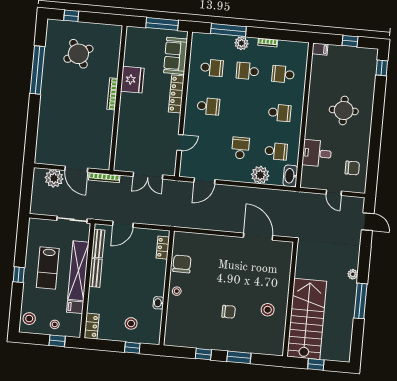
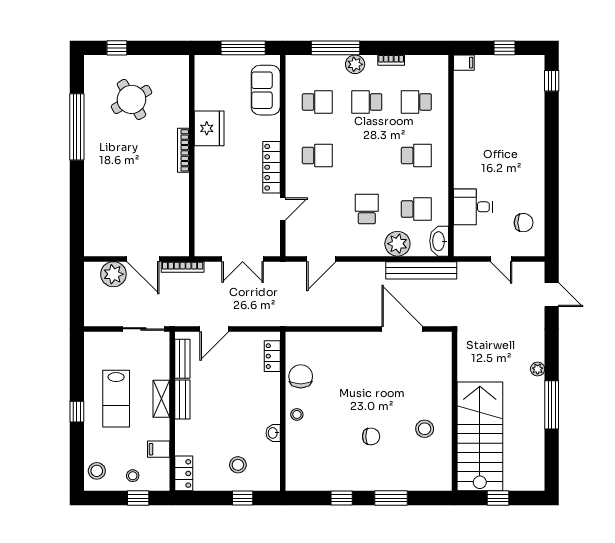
locker: (176, 94) -> (271, 167), moved
round table: (344, 110) -> (504, 144), removed
bench: (276, 196) -> (421, 270), added
shelving: (78, 271) -> (161, 399), width x0.45, depth x0.75

